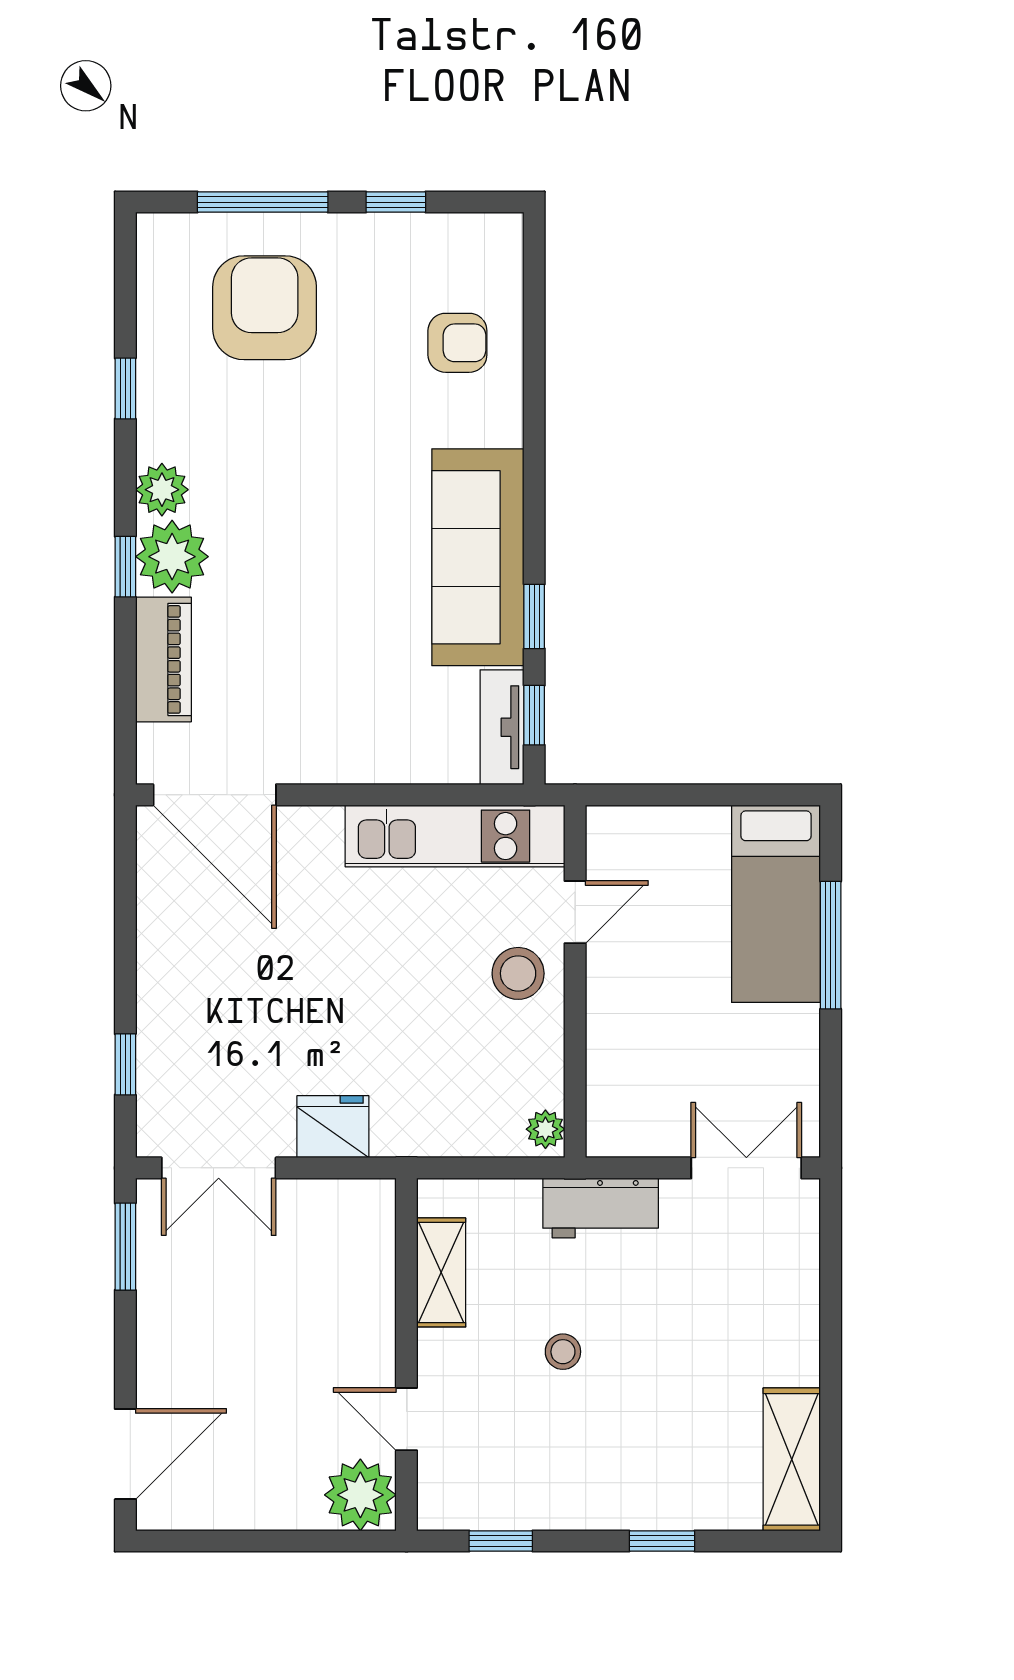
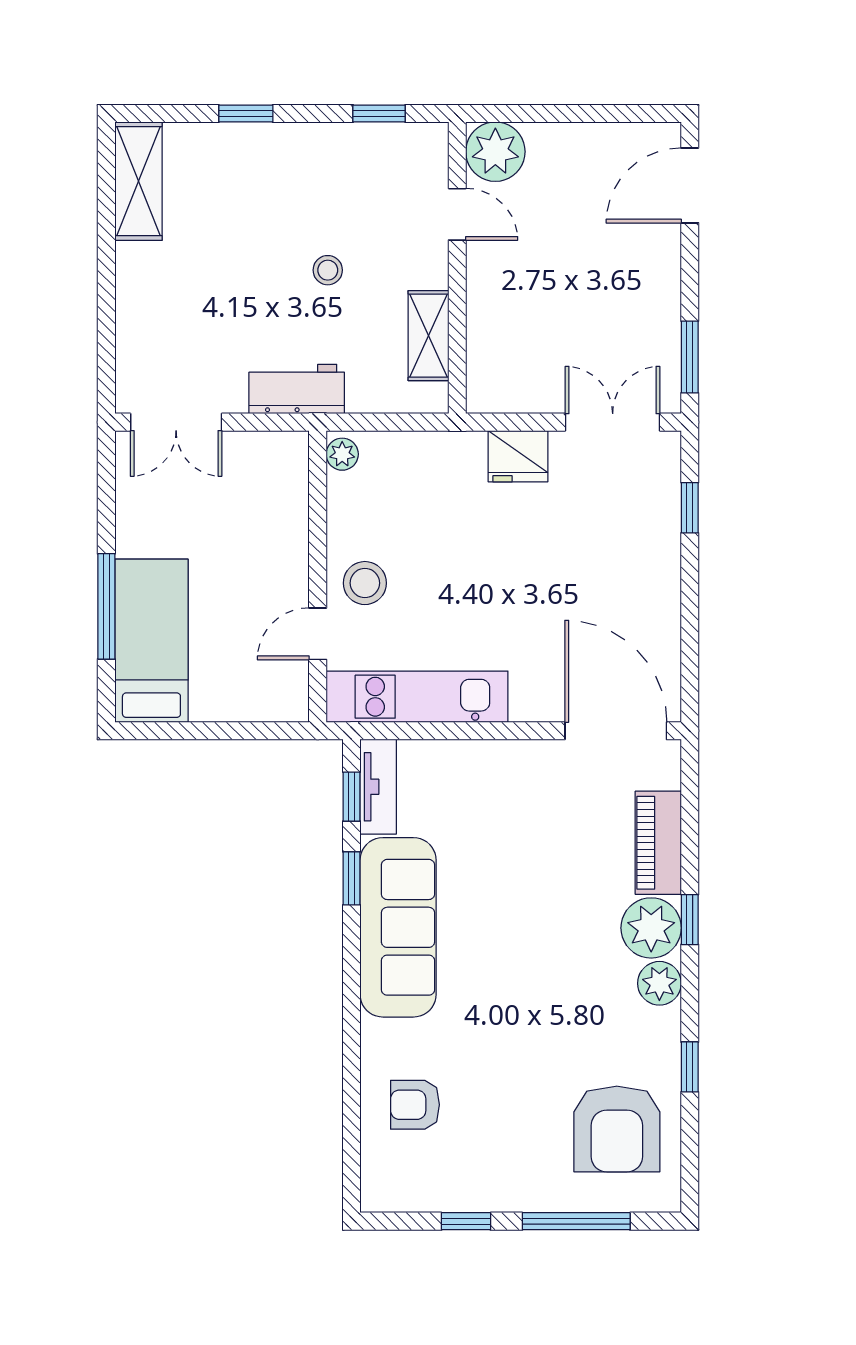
armchair: (265, 308) -> (617, 1129), moved

